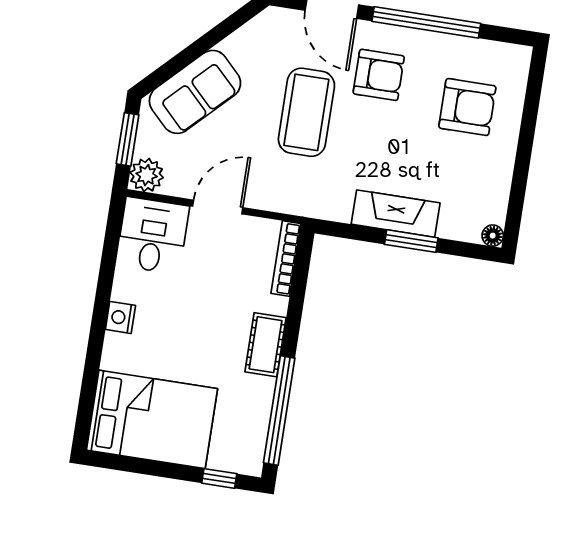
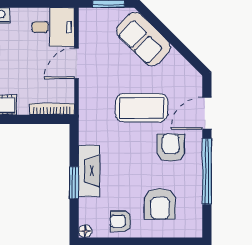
armchair: (379, 75) -> (171, 148), turned 180
plant: (147, 175) -> (89, 18), removed
armchair: (486, 175) -> (121, 221), added
door: (218, 207) -> (77, 63), swing flipped

